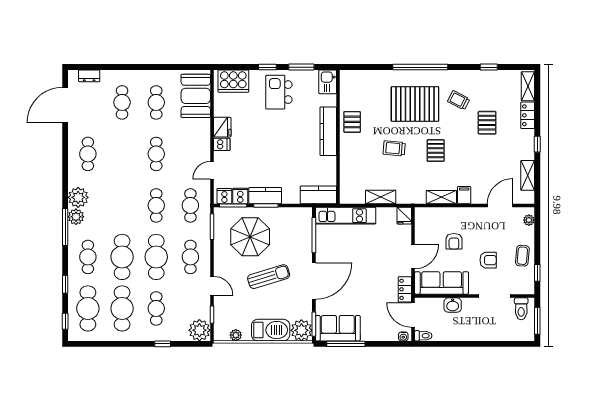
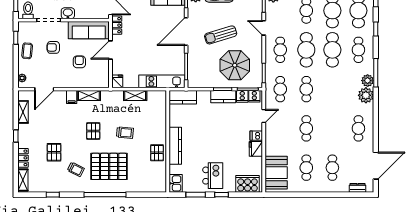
washbasin: (453, 305) -> (68, 13), moved

